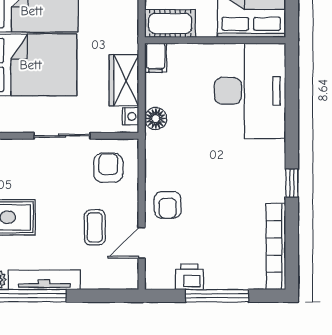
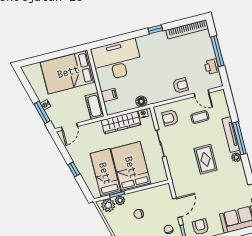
filing cabinet: (156, 58) -> (109, 95), moved
wardrobe: (124, 80) -> (121, 122), width x1.50

